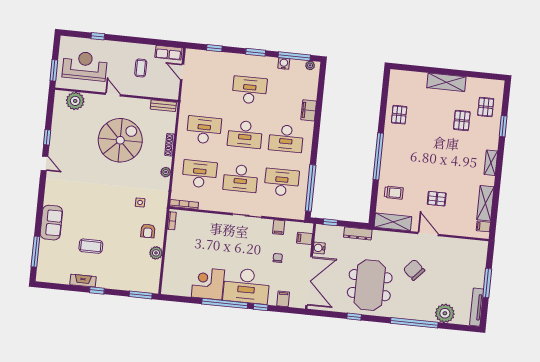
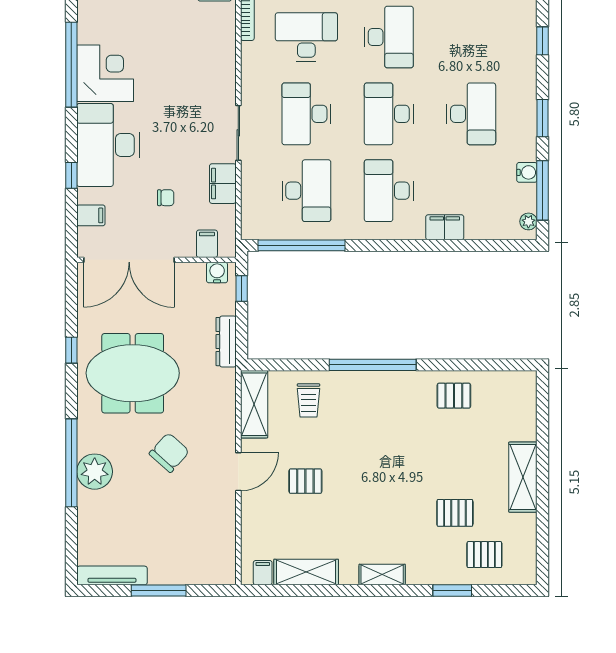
desk: (199, 174) -> (306, 37), turned -90
pallet: (437, 199) -> (305, 481), turned 90
filing cabinet: (279, 227) -> (223, 184), width x2.00
water cooler: (319, 248) -> (217, 272), moved
window: (225, 303) -> (71, 65), moved
plant: (445, 313) -> (95, 472), moved

